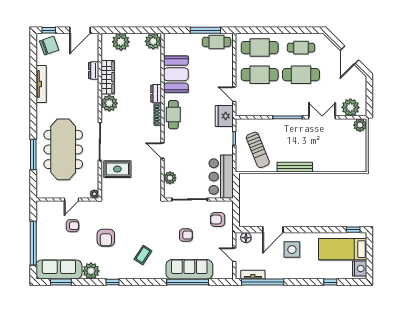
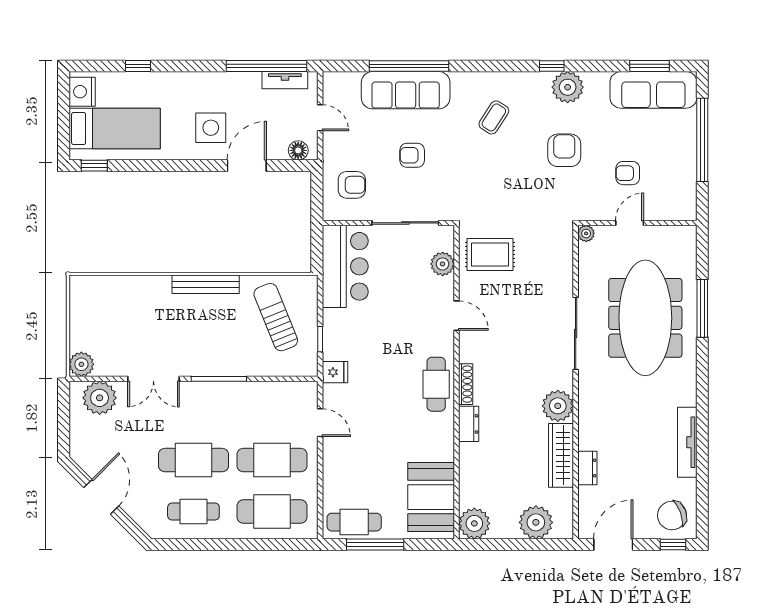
booth: (176, 74) -> (431, 497), moved
fridge: (224, 116) -> (335, 372), width x0.53, depth x0.75
rug: (117, 169) -> (490, 254), moved
plant: (91, 271) -> (568, 87), moved

